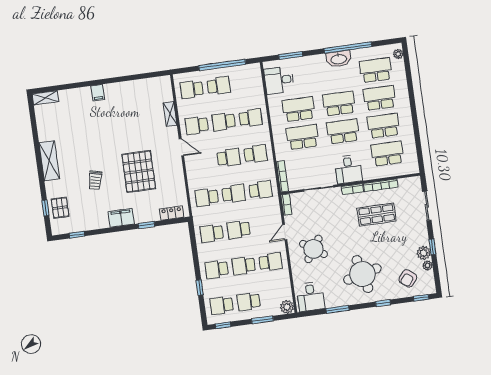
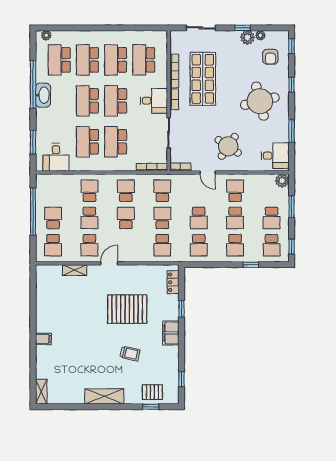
shop shelf: (377, 215) -> (203, 79), width x1.43, depth x1.36
armchair: (408, 278) -> (270, 57), turned 52

